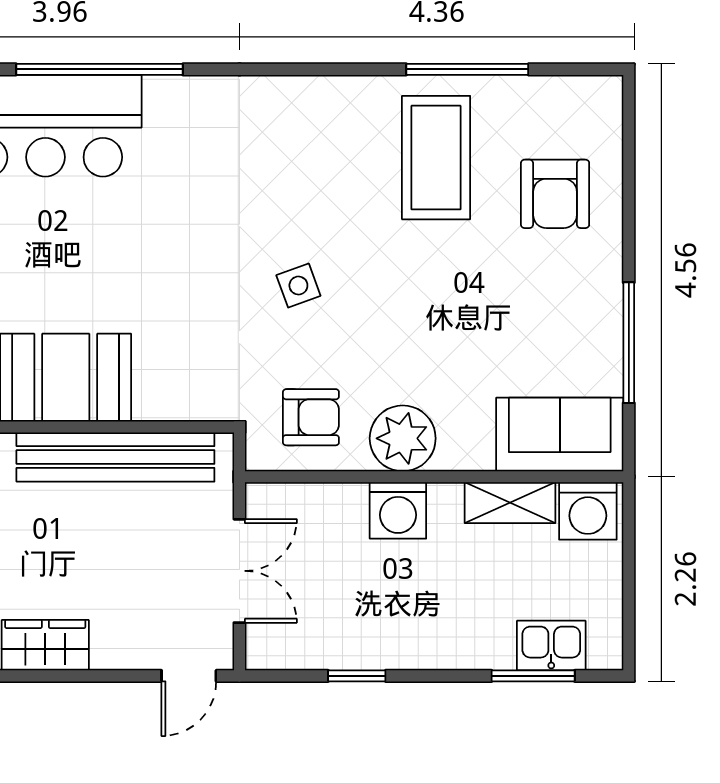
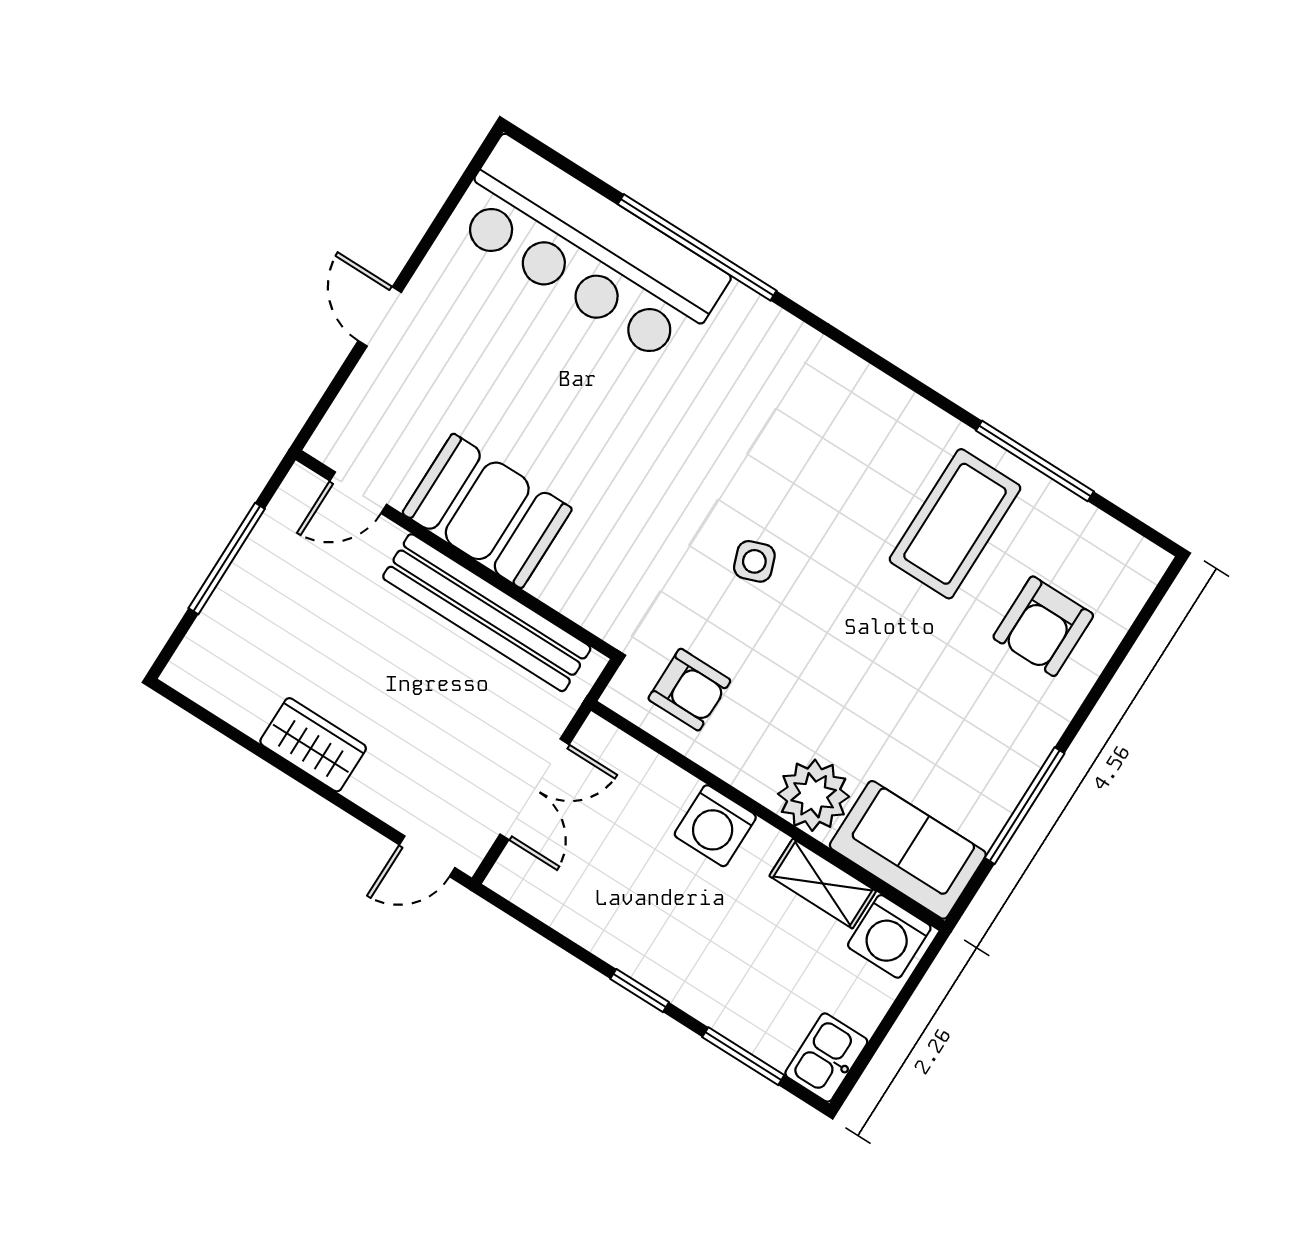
plant: (403, 438) -> (814, 795), moved
kitchen sink: (551, 646) -> (826, 1058), moved, turned -90
window: (357, 676) -> (640, 991), moved

